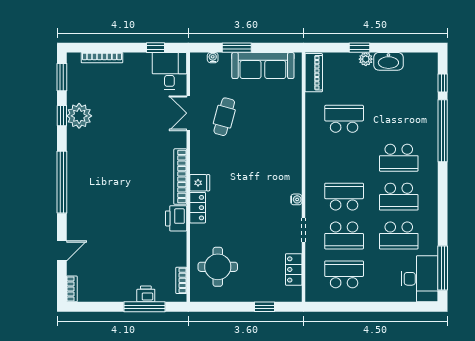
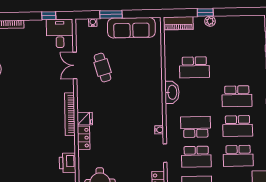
washbasin: (388, 61) -> (172, 92), moved, turned -90
piano: (314, 73) -> (178, 23), moved, turned 90
cafe table: (224, 117) -> (103, 68), turned -31
school desk: (344, 119) -> (194, 67), turned 180
printer: (176, 218) -> (68, 163), moved

